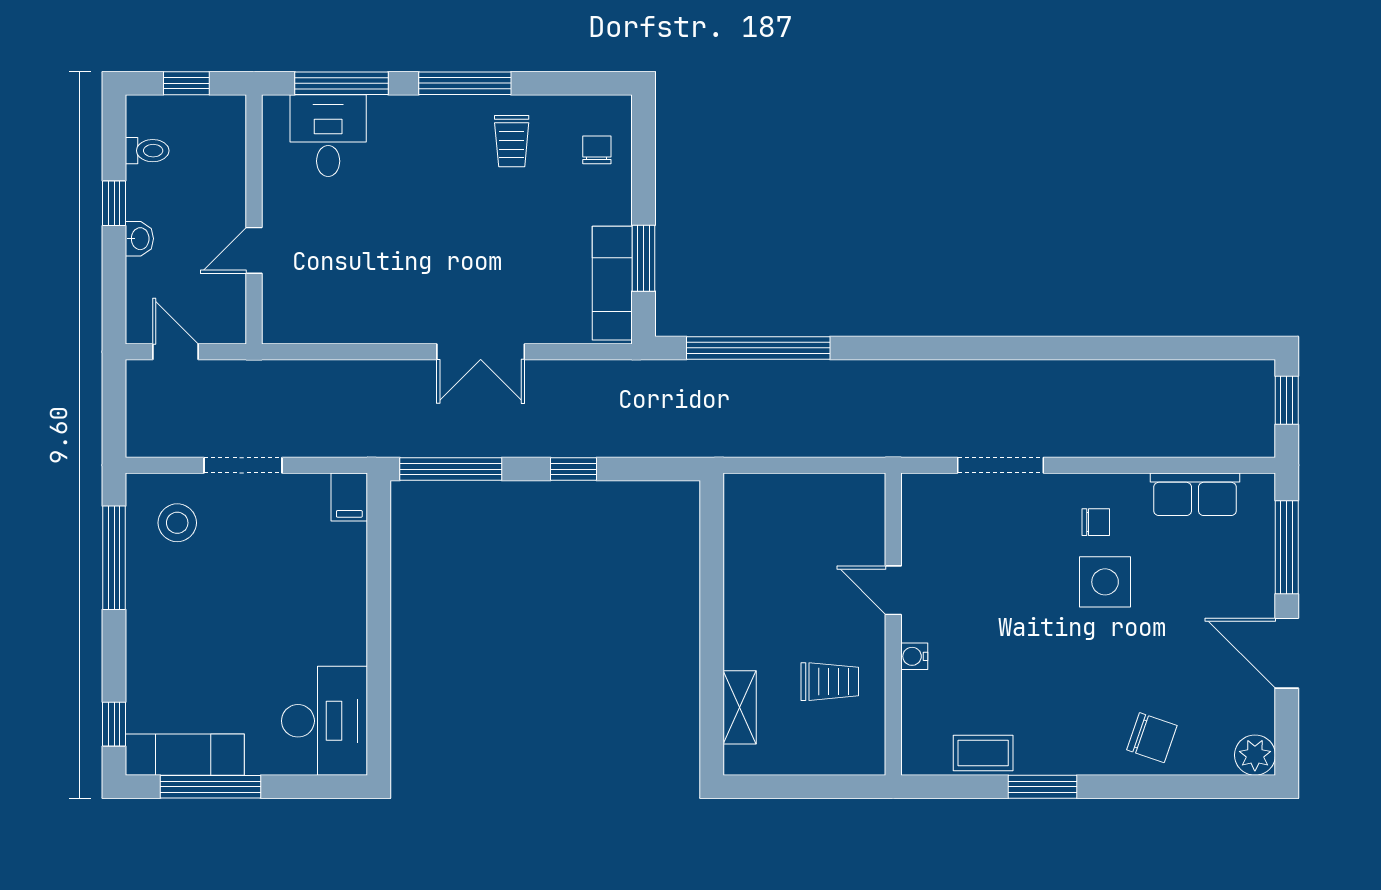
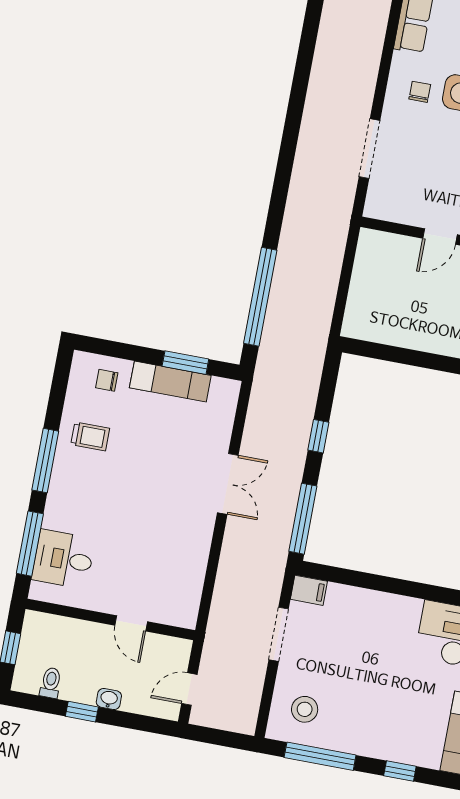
exam couch: (612, 283) -> (170, 382), moved
doorway: (243, 465) -> (279, 634), moved
window: (114, 724) -> (400, 771), moved

